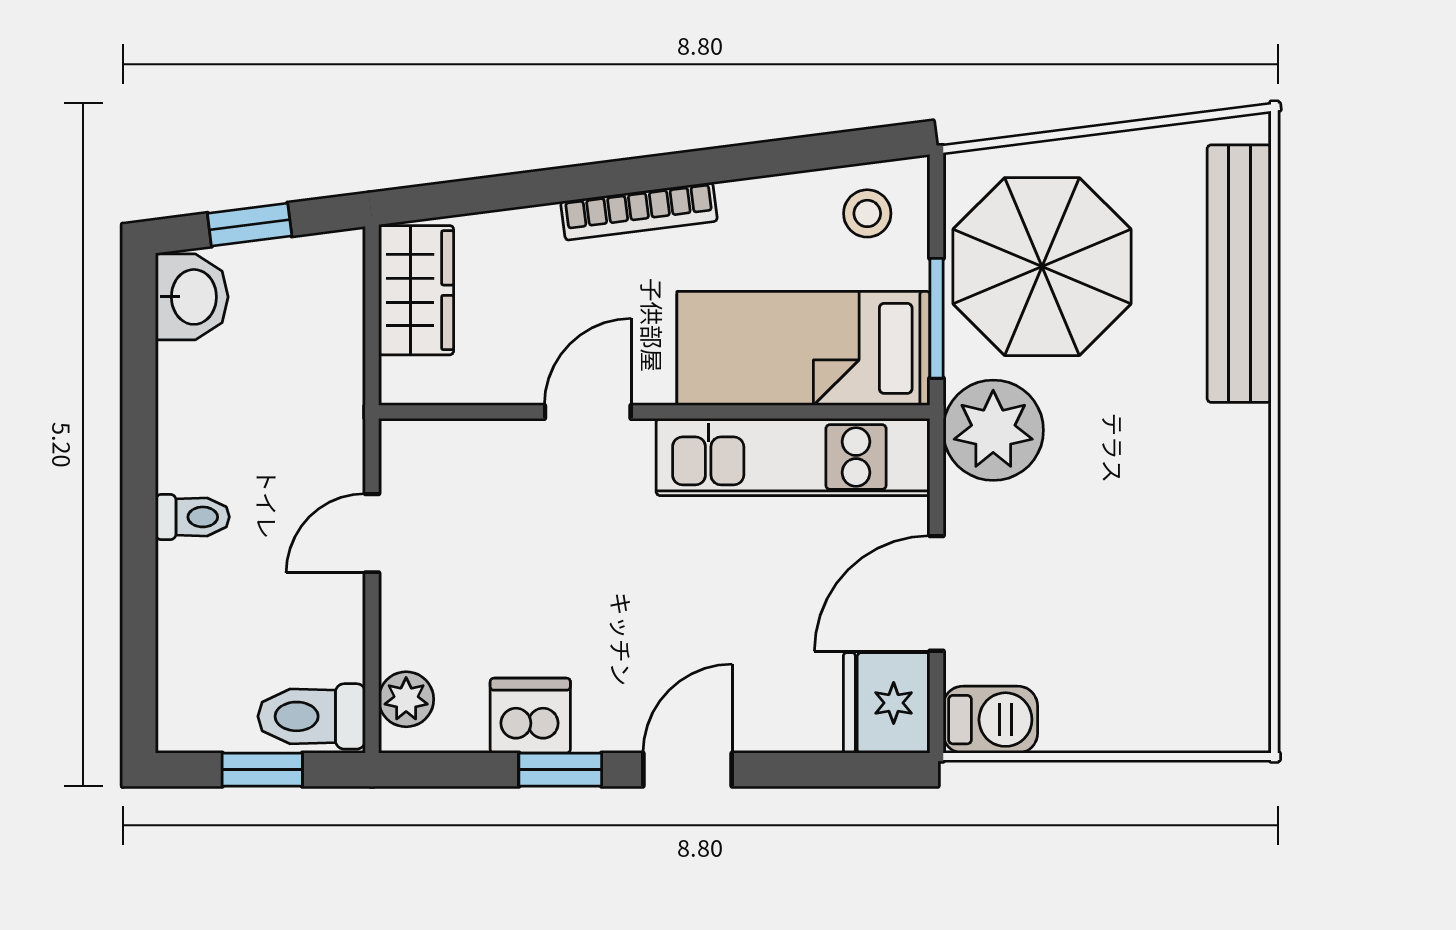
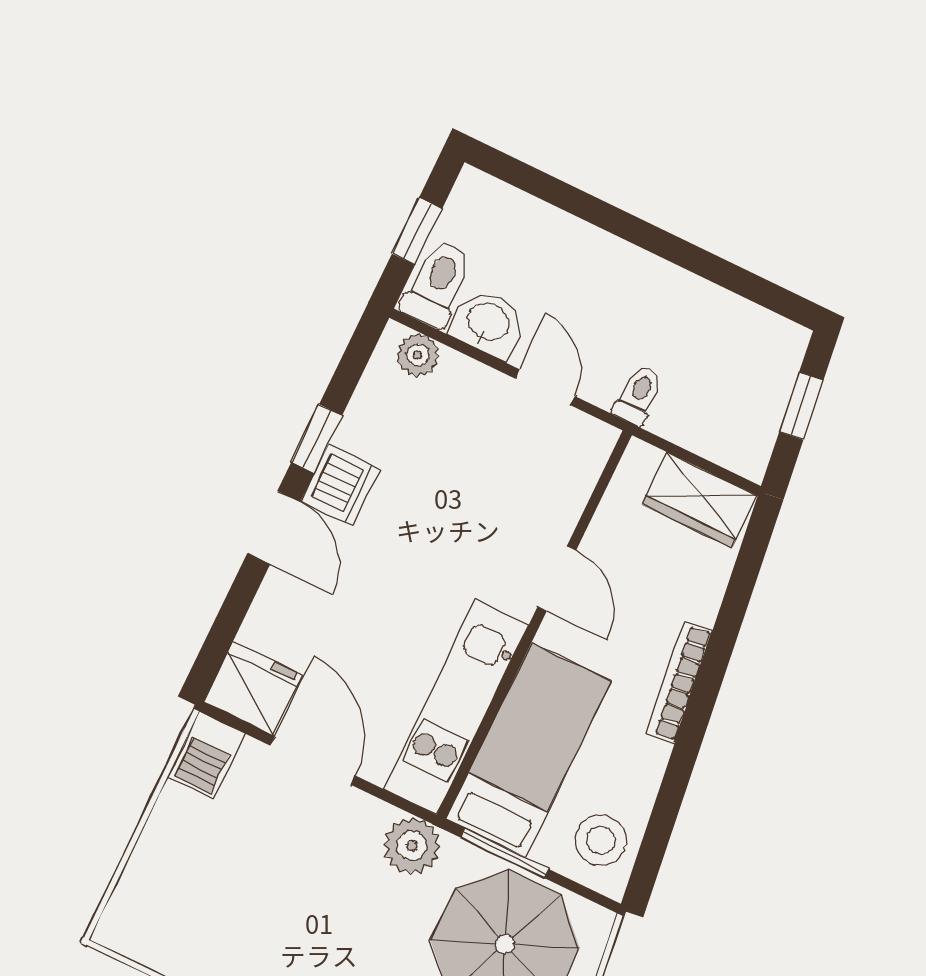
stool: (867, 213) -> (601, 840), width x1.37, depth x1.37
washbasin: (192, 297) -> (488, 323), moved, turned 180
plant: (993, 430) -> (412, 846), width x0.73, depth x0.73
toilet: (192, 517) -> (638, 395), moved, turned 180
dishwasher: (530, 716) -> (341, 485), moved

